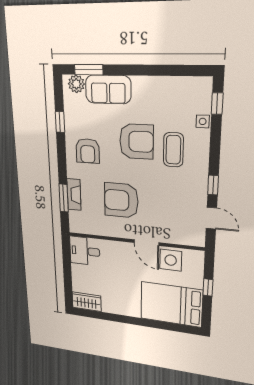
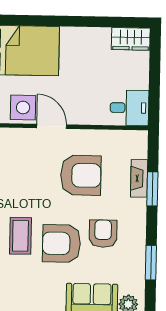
window: (60, 122) -> (151, 263), width x1.50
armchair: (88, 151) -> (103, 234), moved
window: (64, 198) -> (152, 189), moved

